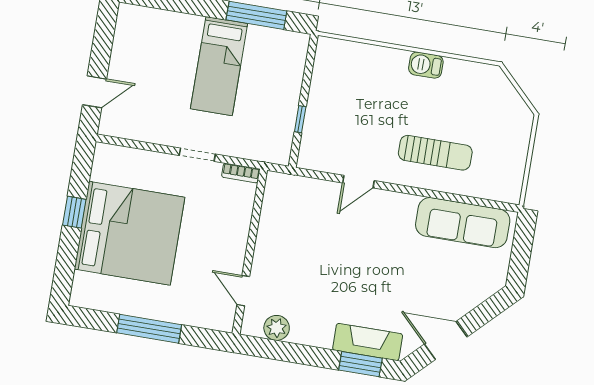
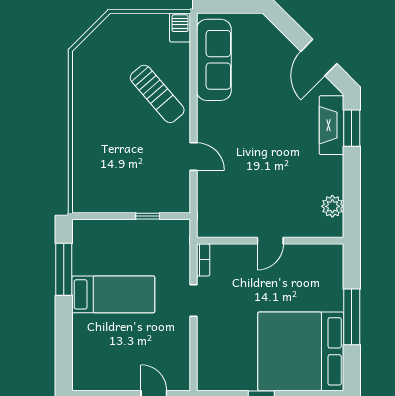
barbecue: (426, 65) -> (180, 28), moved, turned 180
sun lounger: (435, 153) -> (157, 94), turned 139
bed: (129, 233) -> (301, 351), moved, turned -90
door: (243, 291) -> (270, 241), moved

